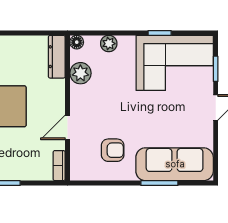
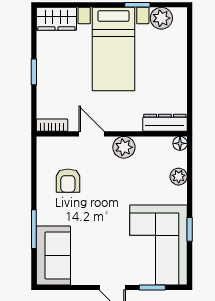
plant: (80, 73) -> (124, 147), moved
sofa: (175, 164) -> (53, 255), width x0.73

